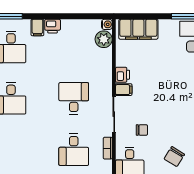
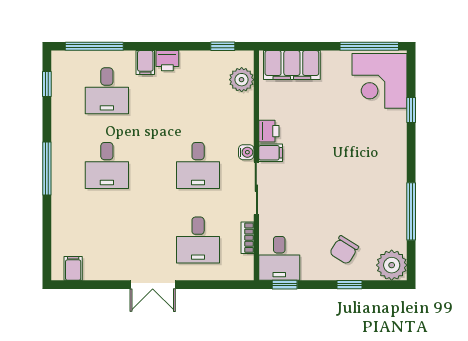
window: (91, 16) -> (223, 46), added
water cooler: (107, 24) -> (246, 152), moved
desk: (74, 98) -> (198, 165), turned 180
chair: (142, 130) -> (297, 211), removed

